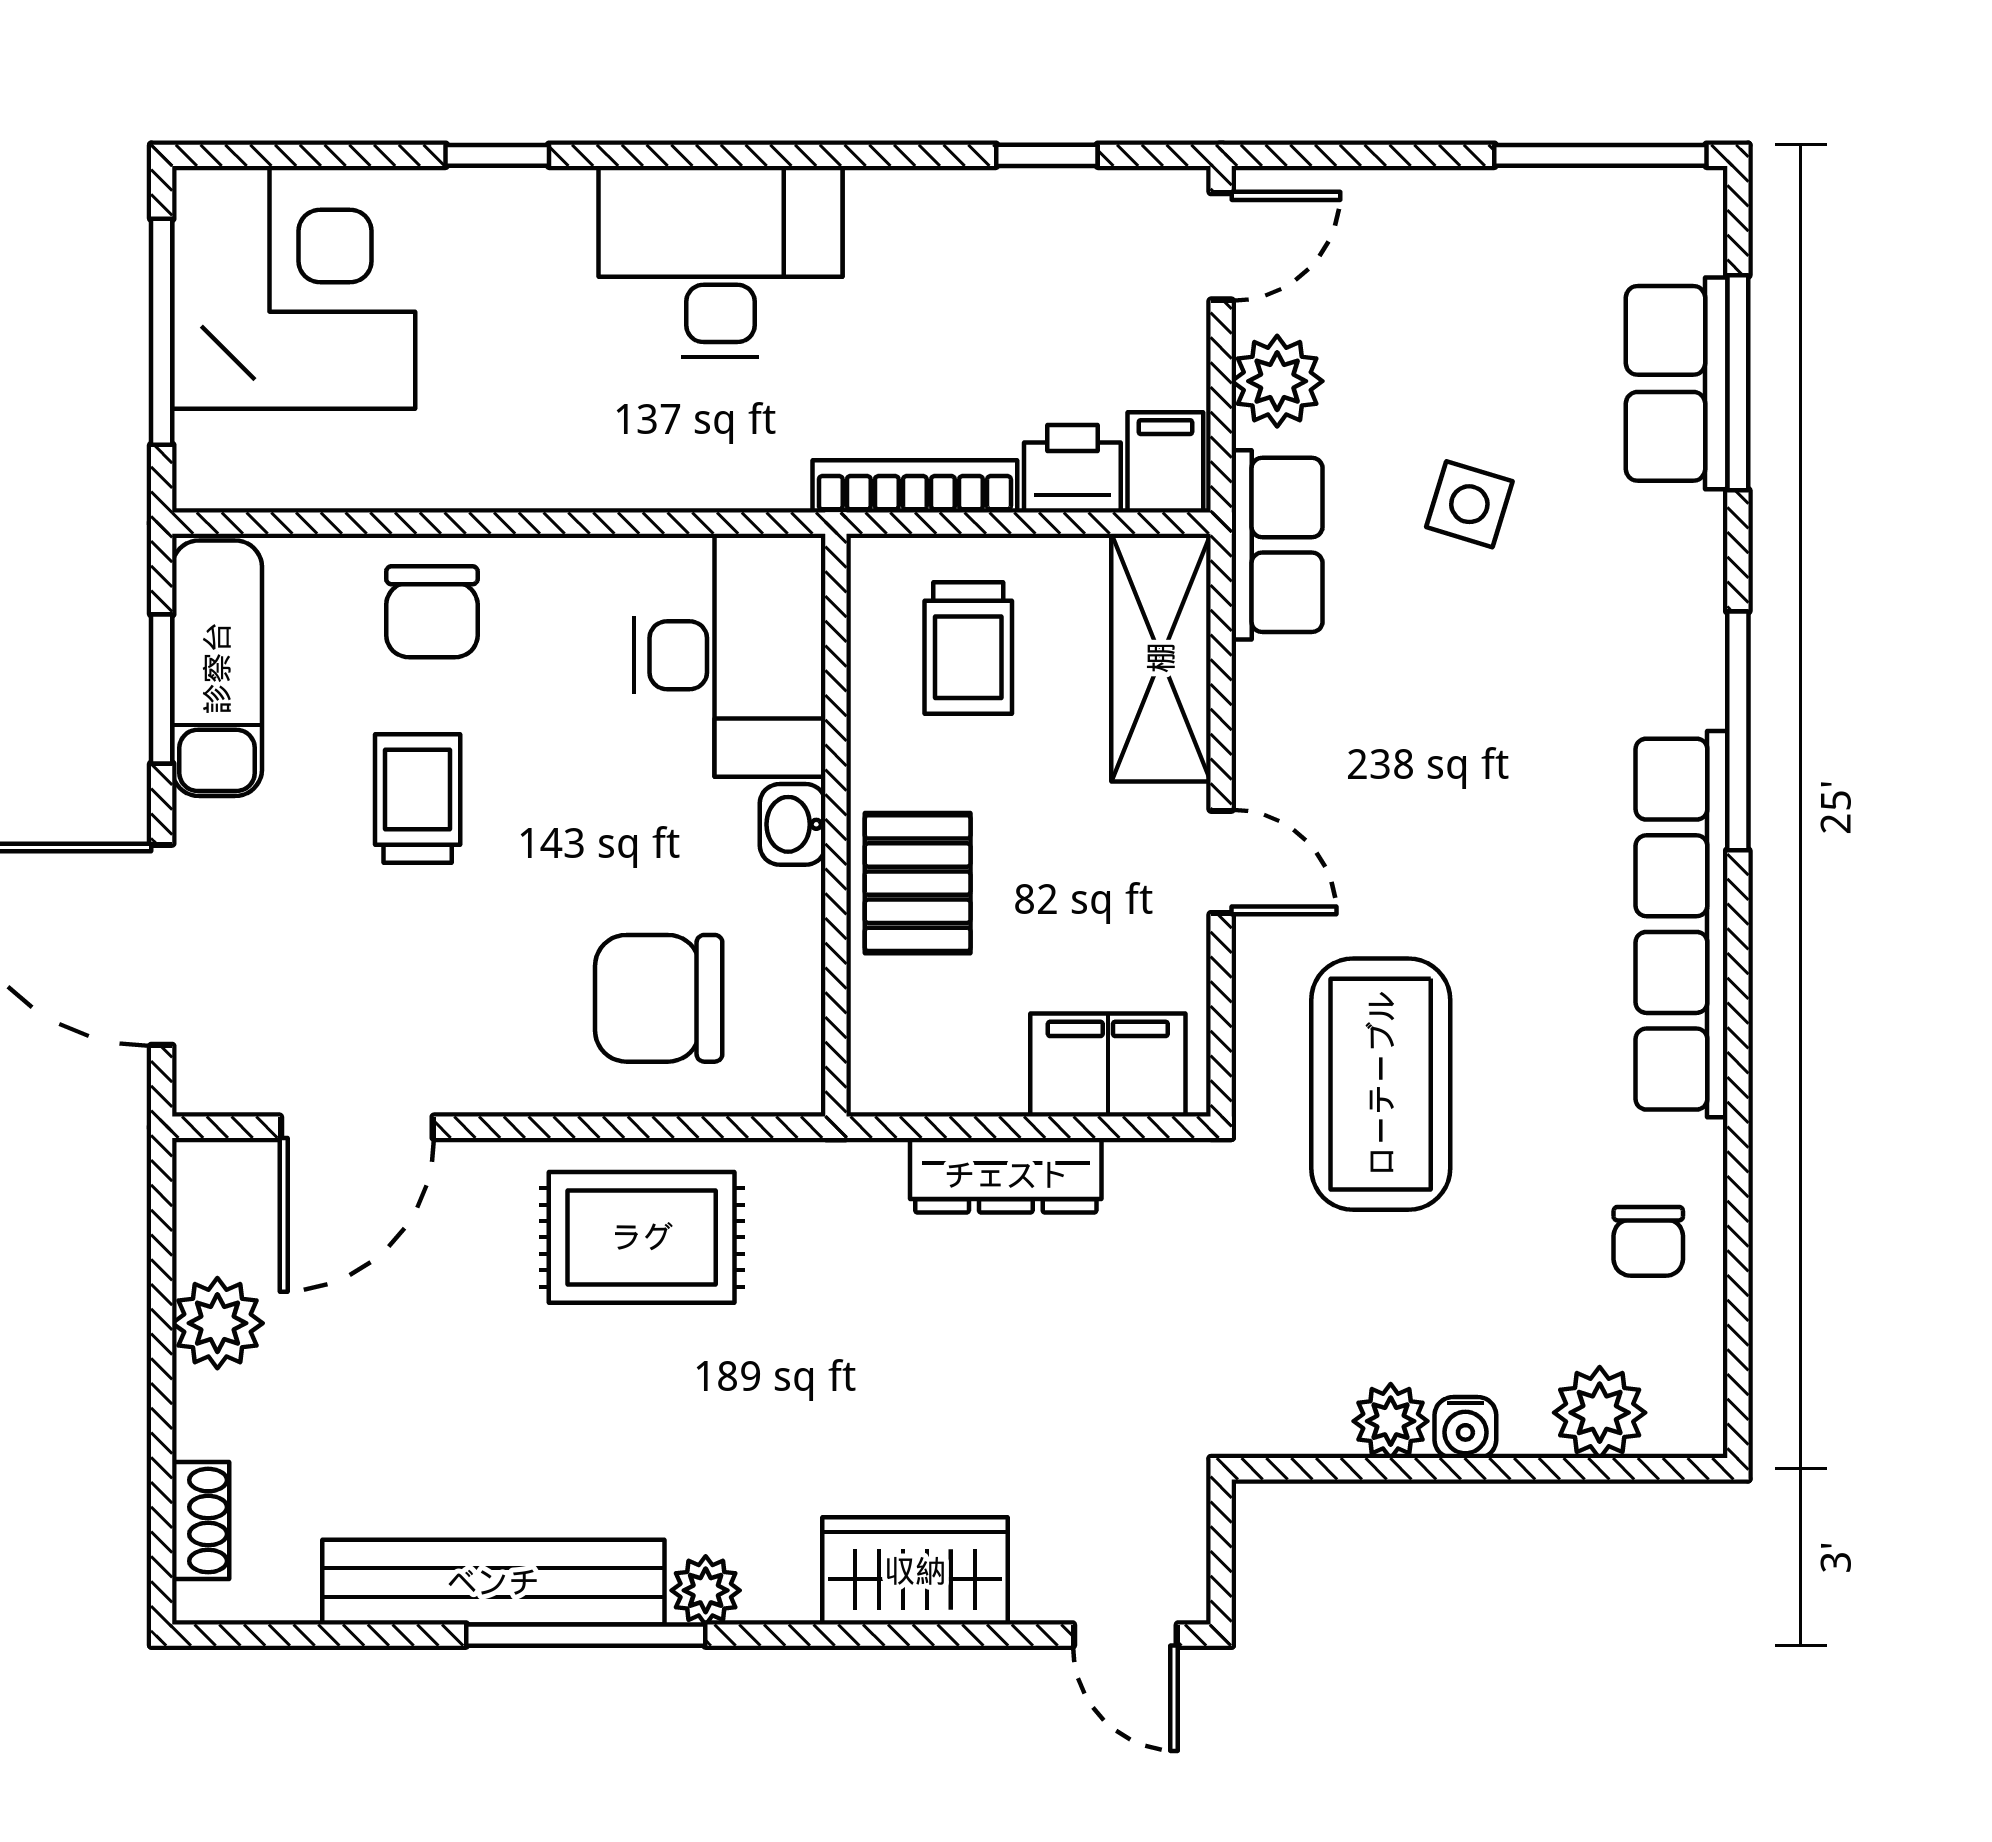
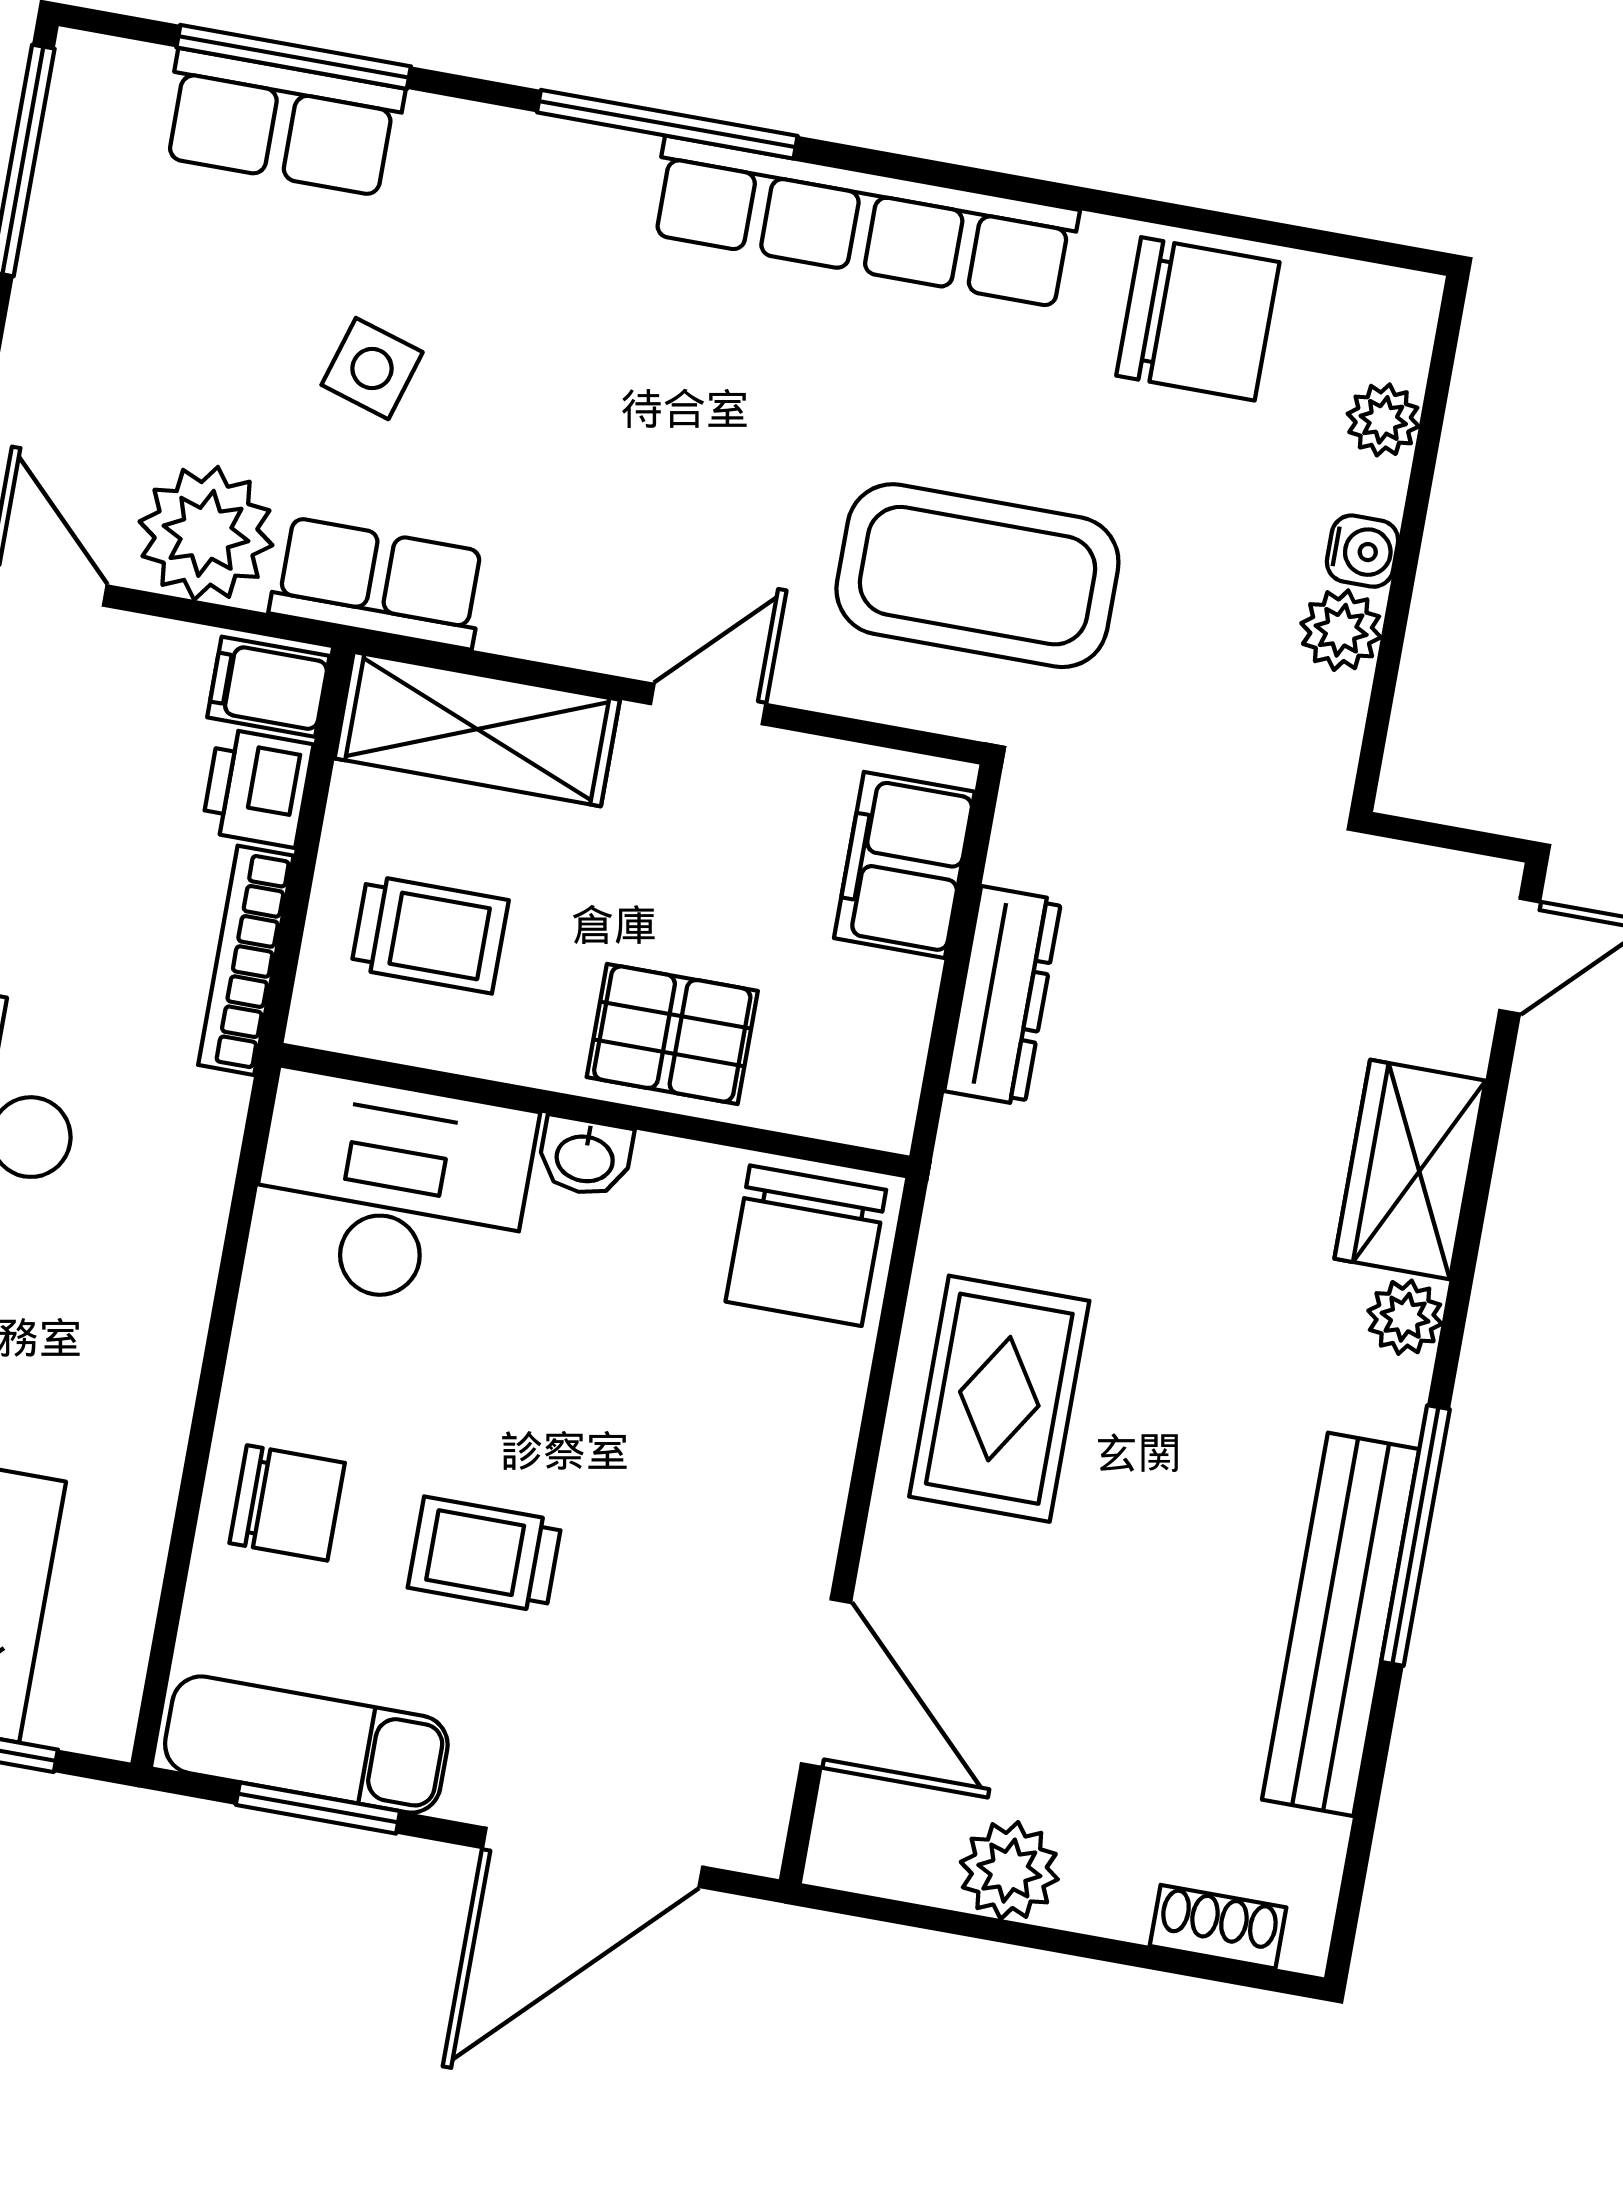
plant: (1277, 381) -> (206, 533), width x1.36, depth x1.36
chair: (659, 998) -> (806, 1246), moved
chair: (1648, 1241) -> (1198, 319), width x1.87, depth x1.87
plant: (1600, 1413) -> (1383, 420), width x0.73, depth x0.73
plant: (706, 1590) -> (1405, 1317), moved

